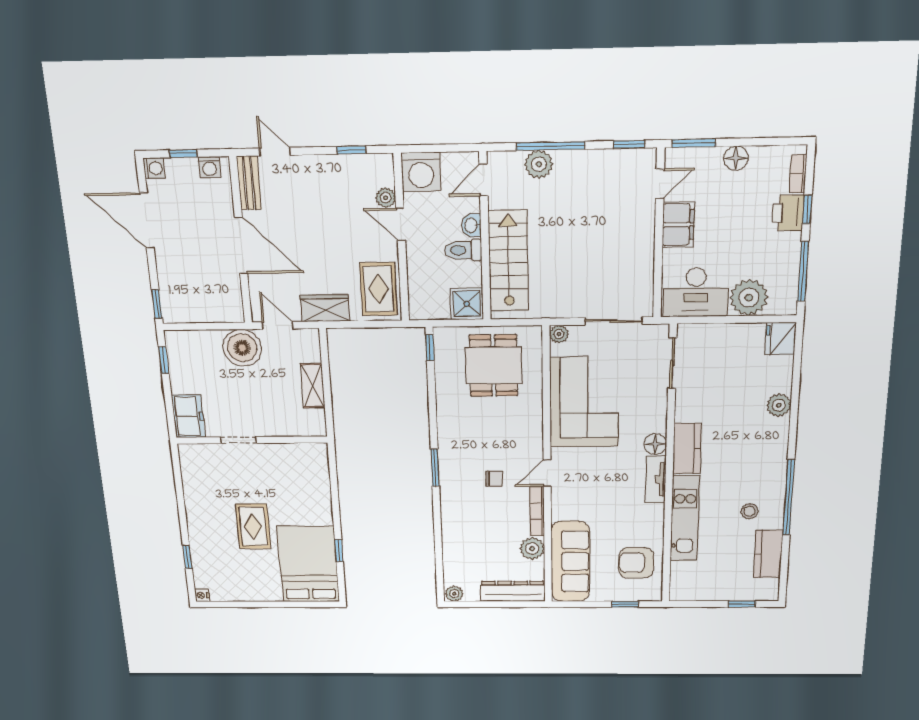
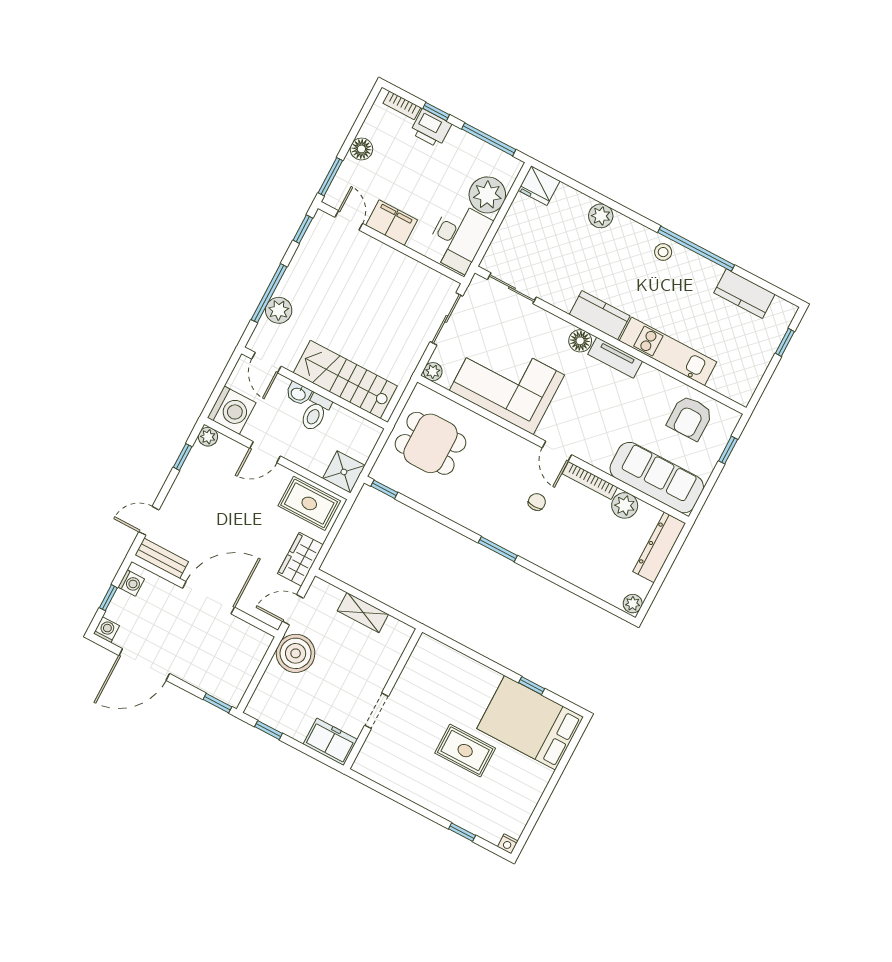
plant: (386, 198) -> (208, 437), moved
shower: (467, 304) -> (344, 472), moved
stool: (749, 511) -> (663, 252), moved

